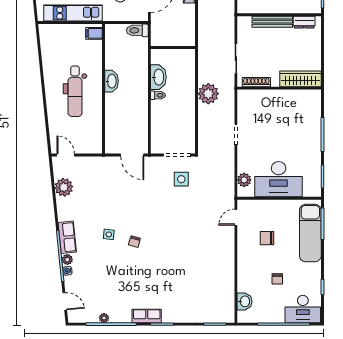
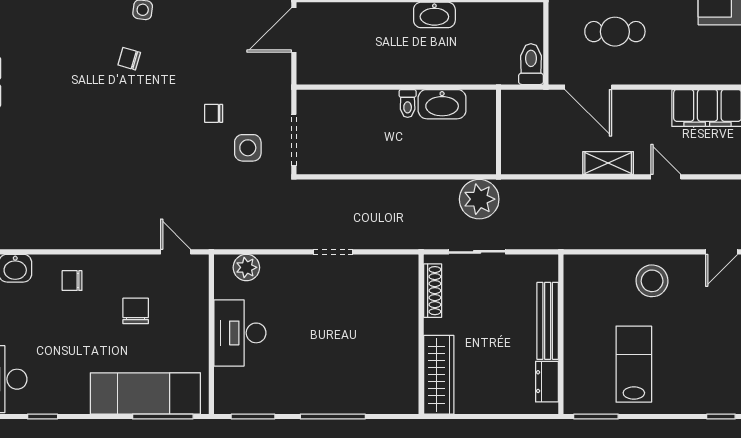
plant: (208, 94) -> (479, 199), moved
door: (132, 155) -> (294, 30), moved
desk: (279, 179) -> (240, 333), width x0.73, depth x0.77
chair: (163, 197) -> (214, 113), added
chair: (277, 279) -> (72, 281), moved

